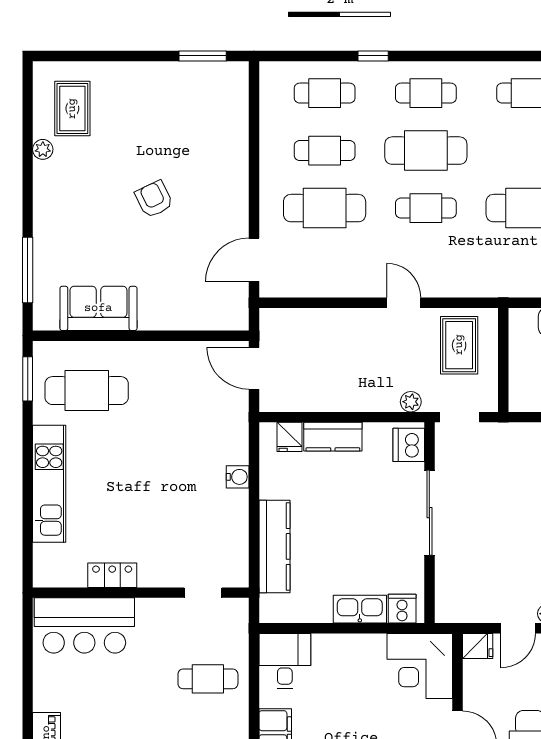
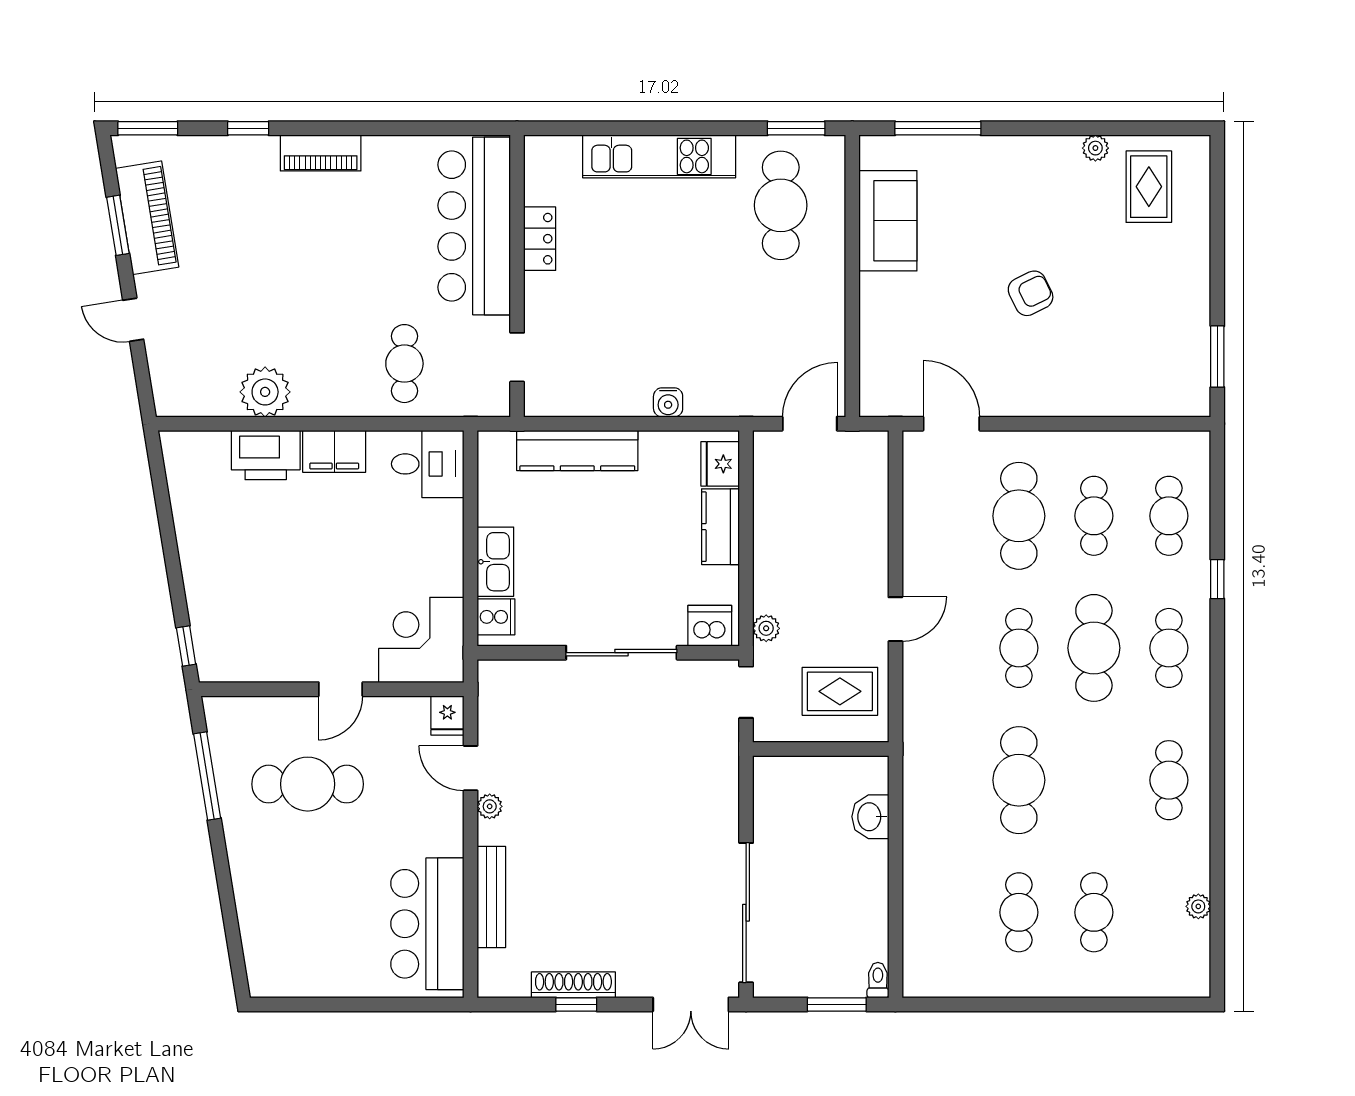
rug: (72, 109) -> (1149, 187), turned 90
fridge: (290, 437) -> (720, 464), width x1.38
bar counter: (84, 625) -> (474, 226), width x1.36

